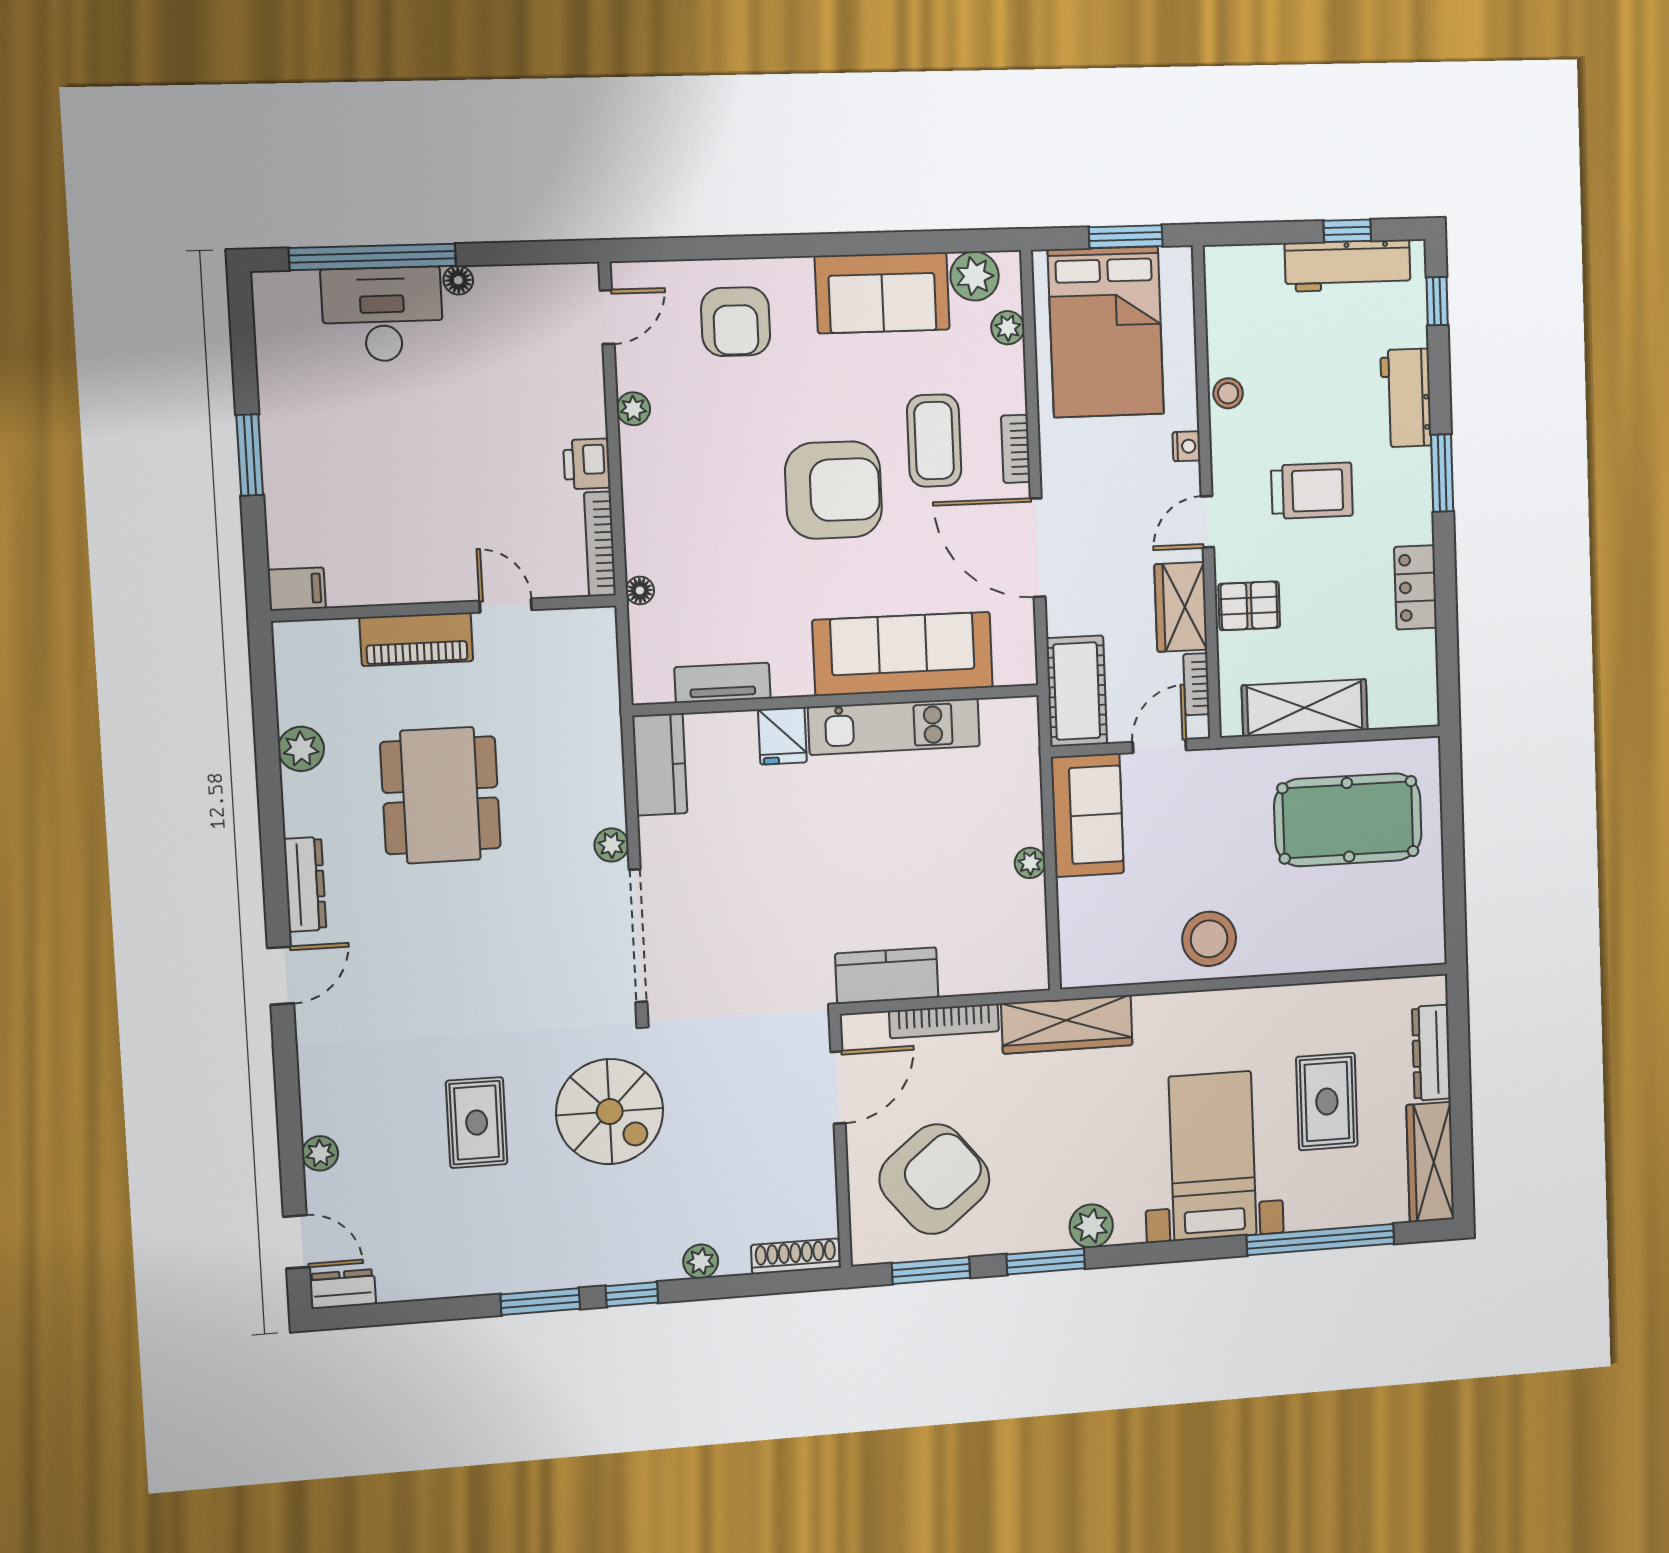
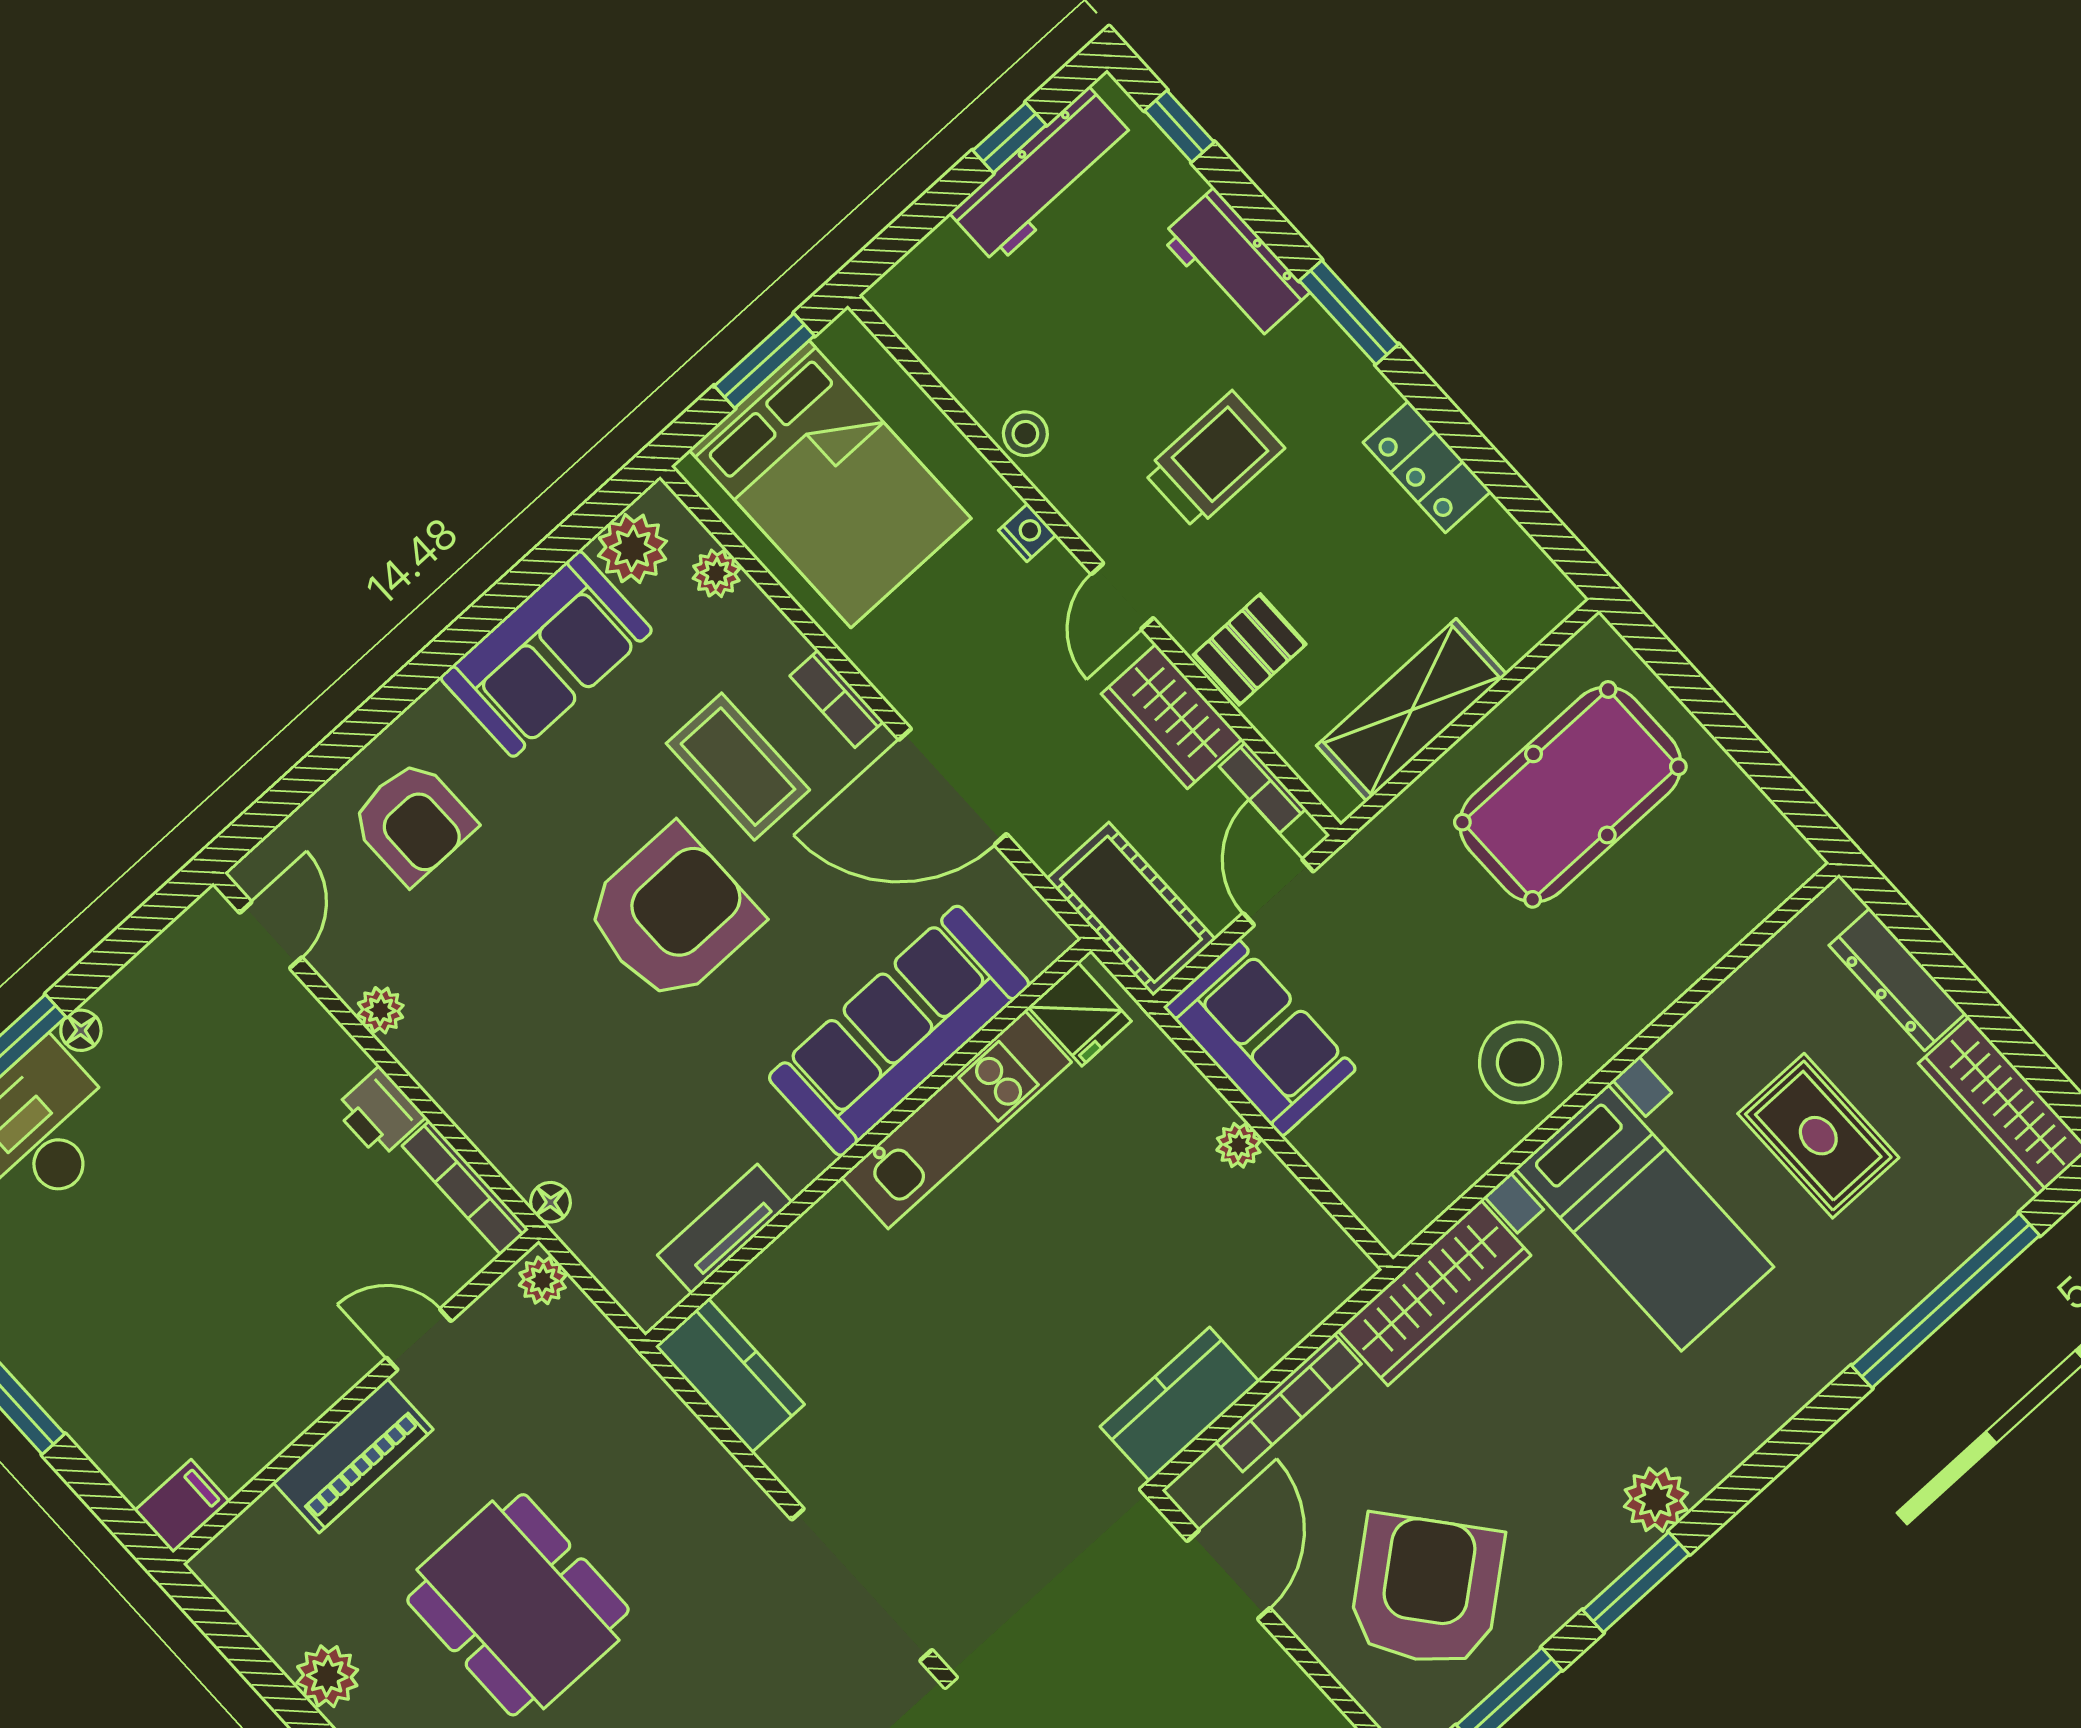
fridge: (782, 736) -> (1080, 1014), moved
plant: (611, 845) -> (543, 1280), moved
bed with nightstands: (1213, 1156) -> (1645, 1218), moved, turned 180

